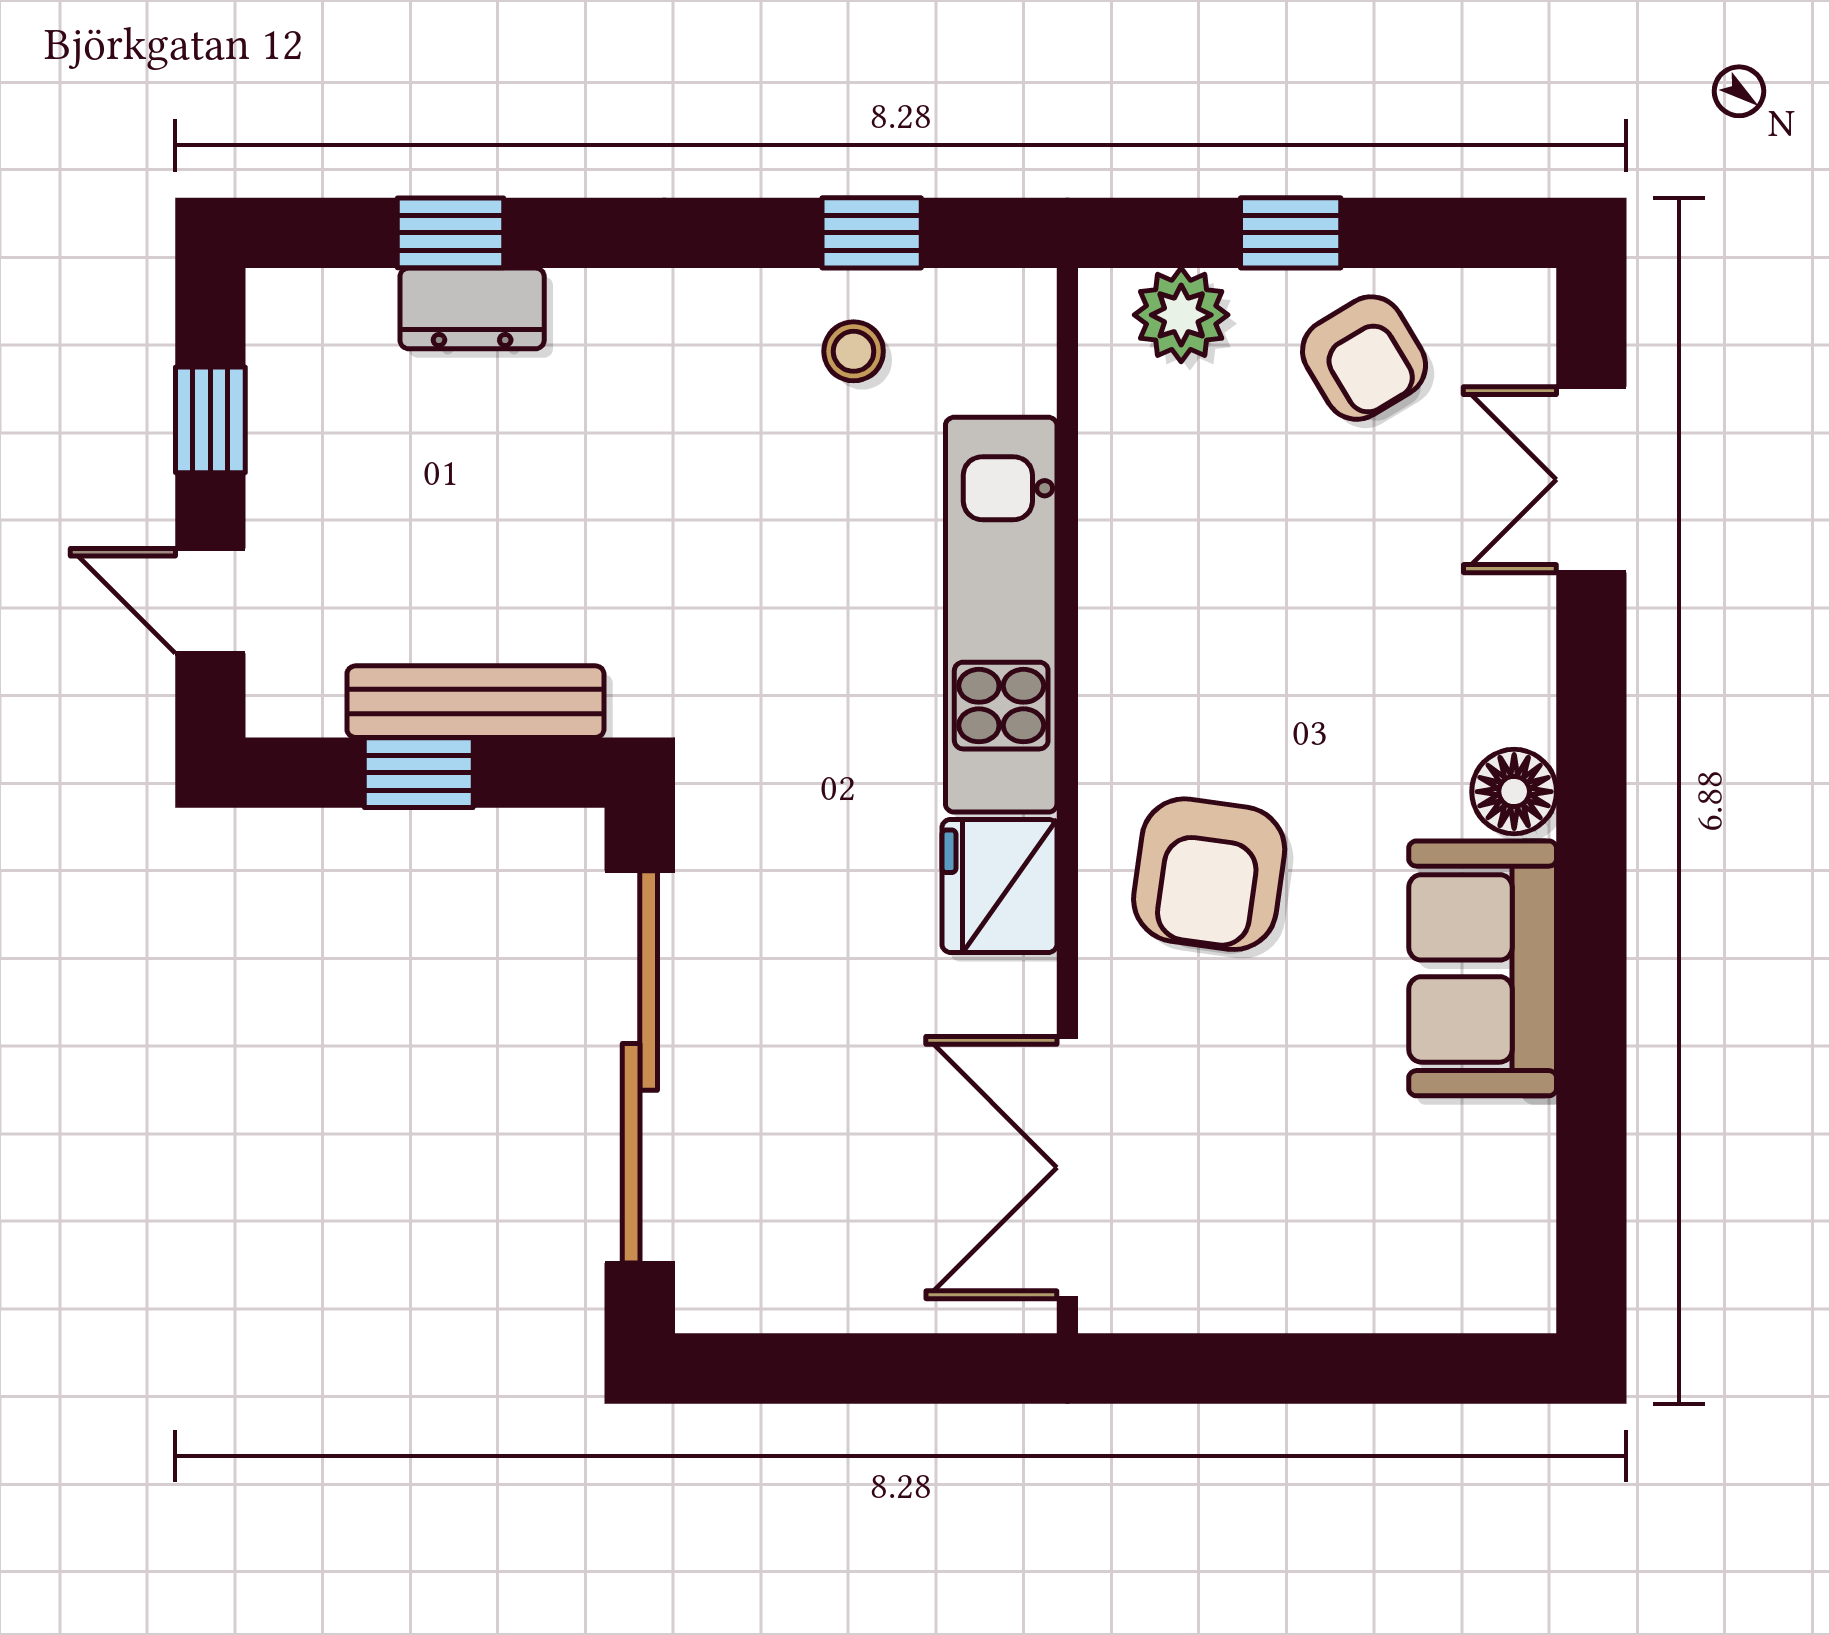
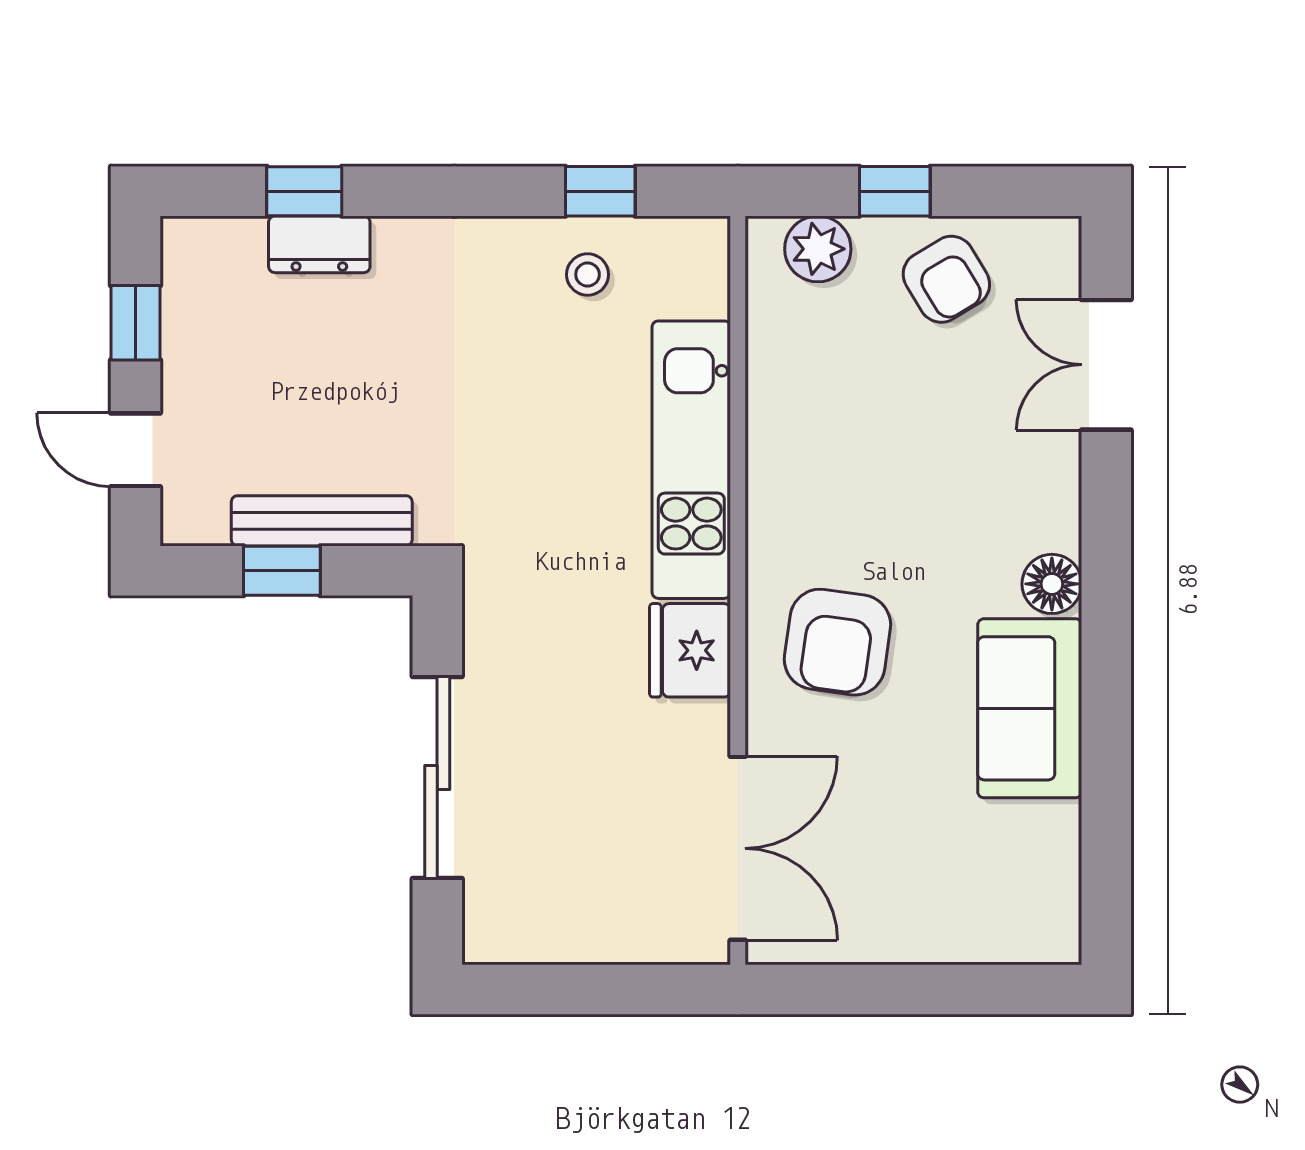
sliding door: (640, 1067) -> (437, 778), width x0.73
double door: (1067, 1168) -> (738, 848), swing flipped

